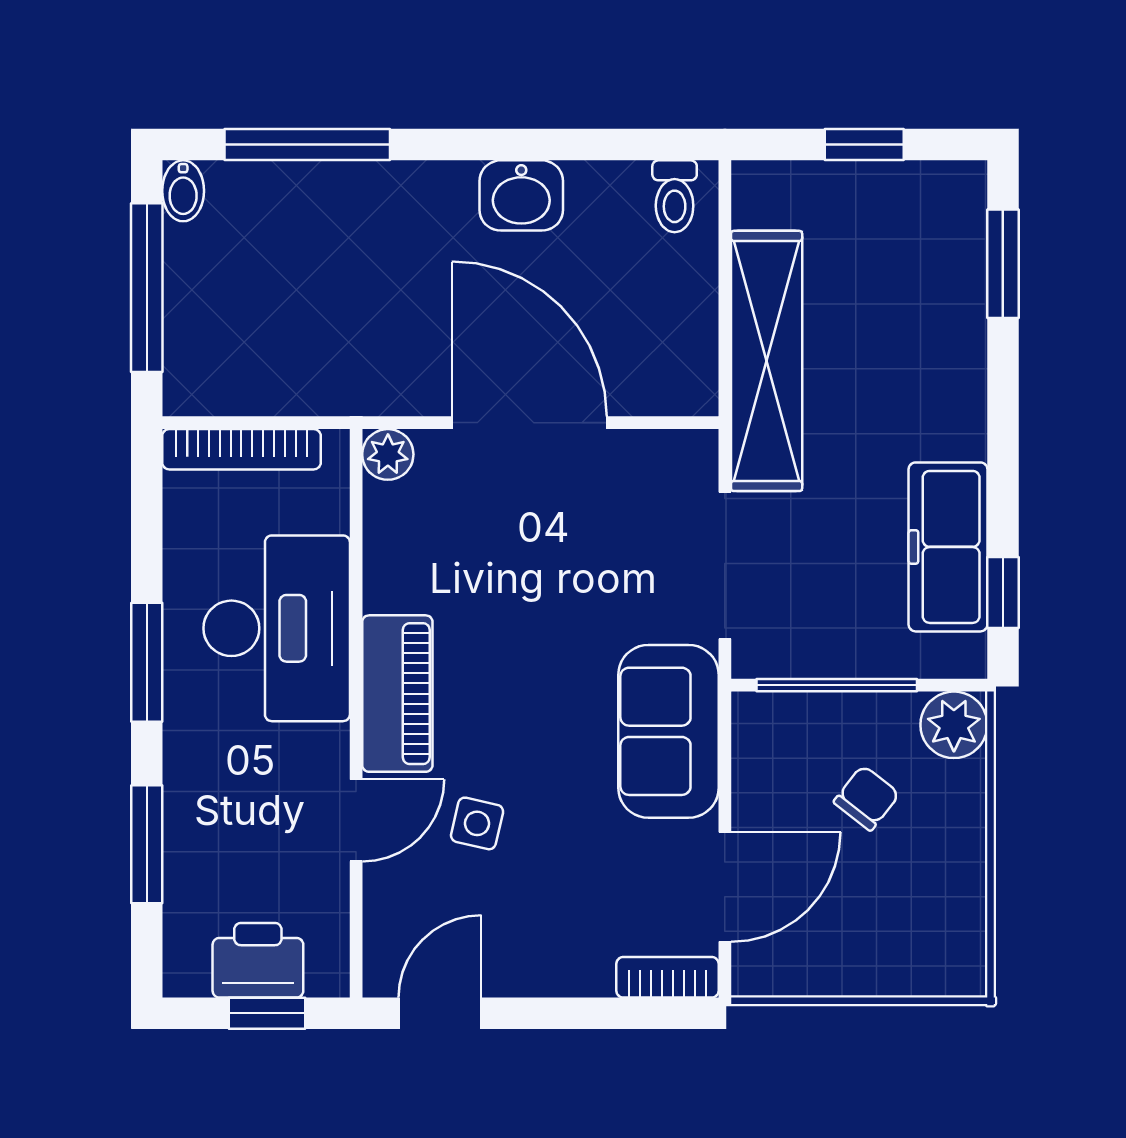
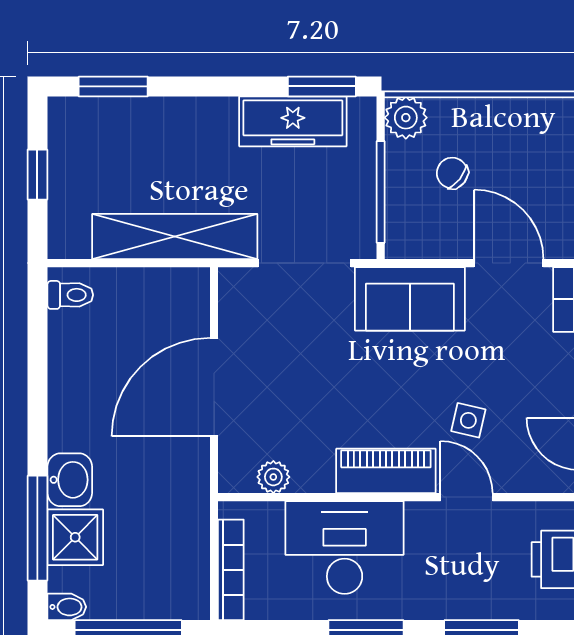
washbasin: (521, 195) -> (70, 480), moved
shower: (293, 204) -> (75, 537), added
plant: (388, 454) -> (273, 477), moved
window: (1003, 593) -> (322, 86), width x1.50

